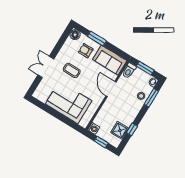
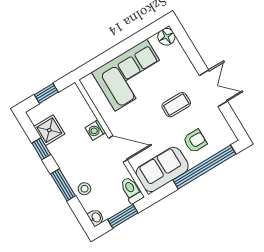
floor lamp: (75, 35) -> (166, 37), moved
window: (97, 39) -> (204, 167), width x2.11
double door: (46, 67) -> (213, 88), moved
window: (151, 98) -> (63, 185), moved
washing machine: (94, 128) -> (95, 130), moved

